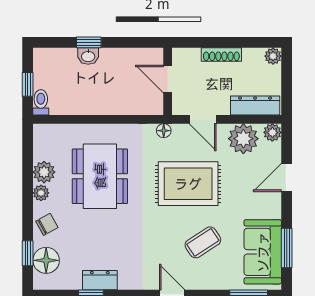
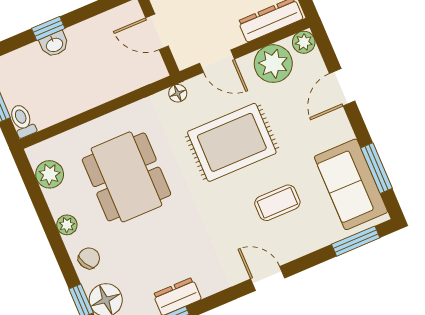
plant: (44, 172) -> (50, 174), moved
coffee table: (203, 242) -> (277, 203), turned 33

